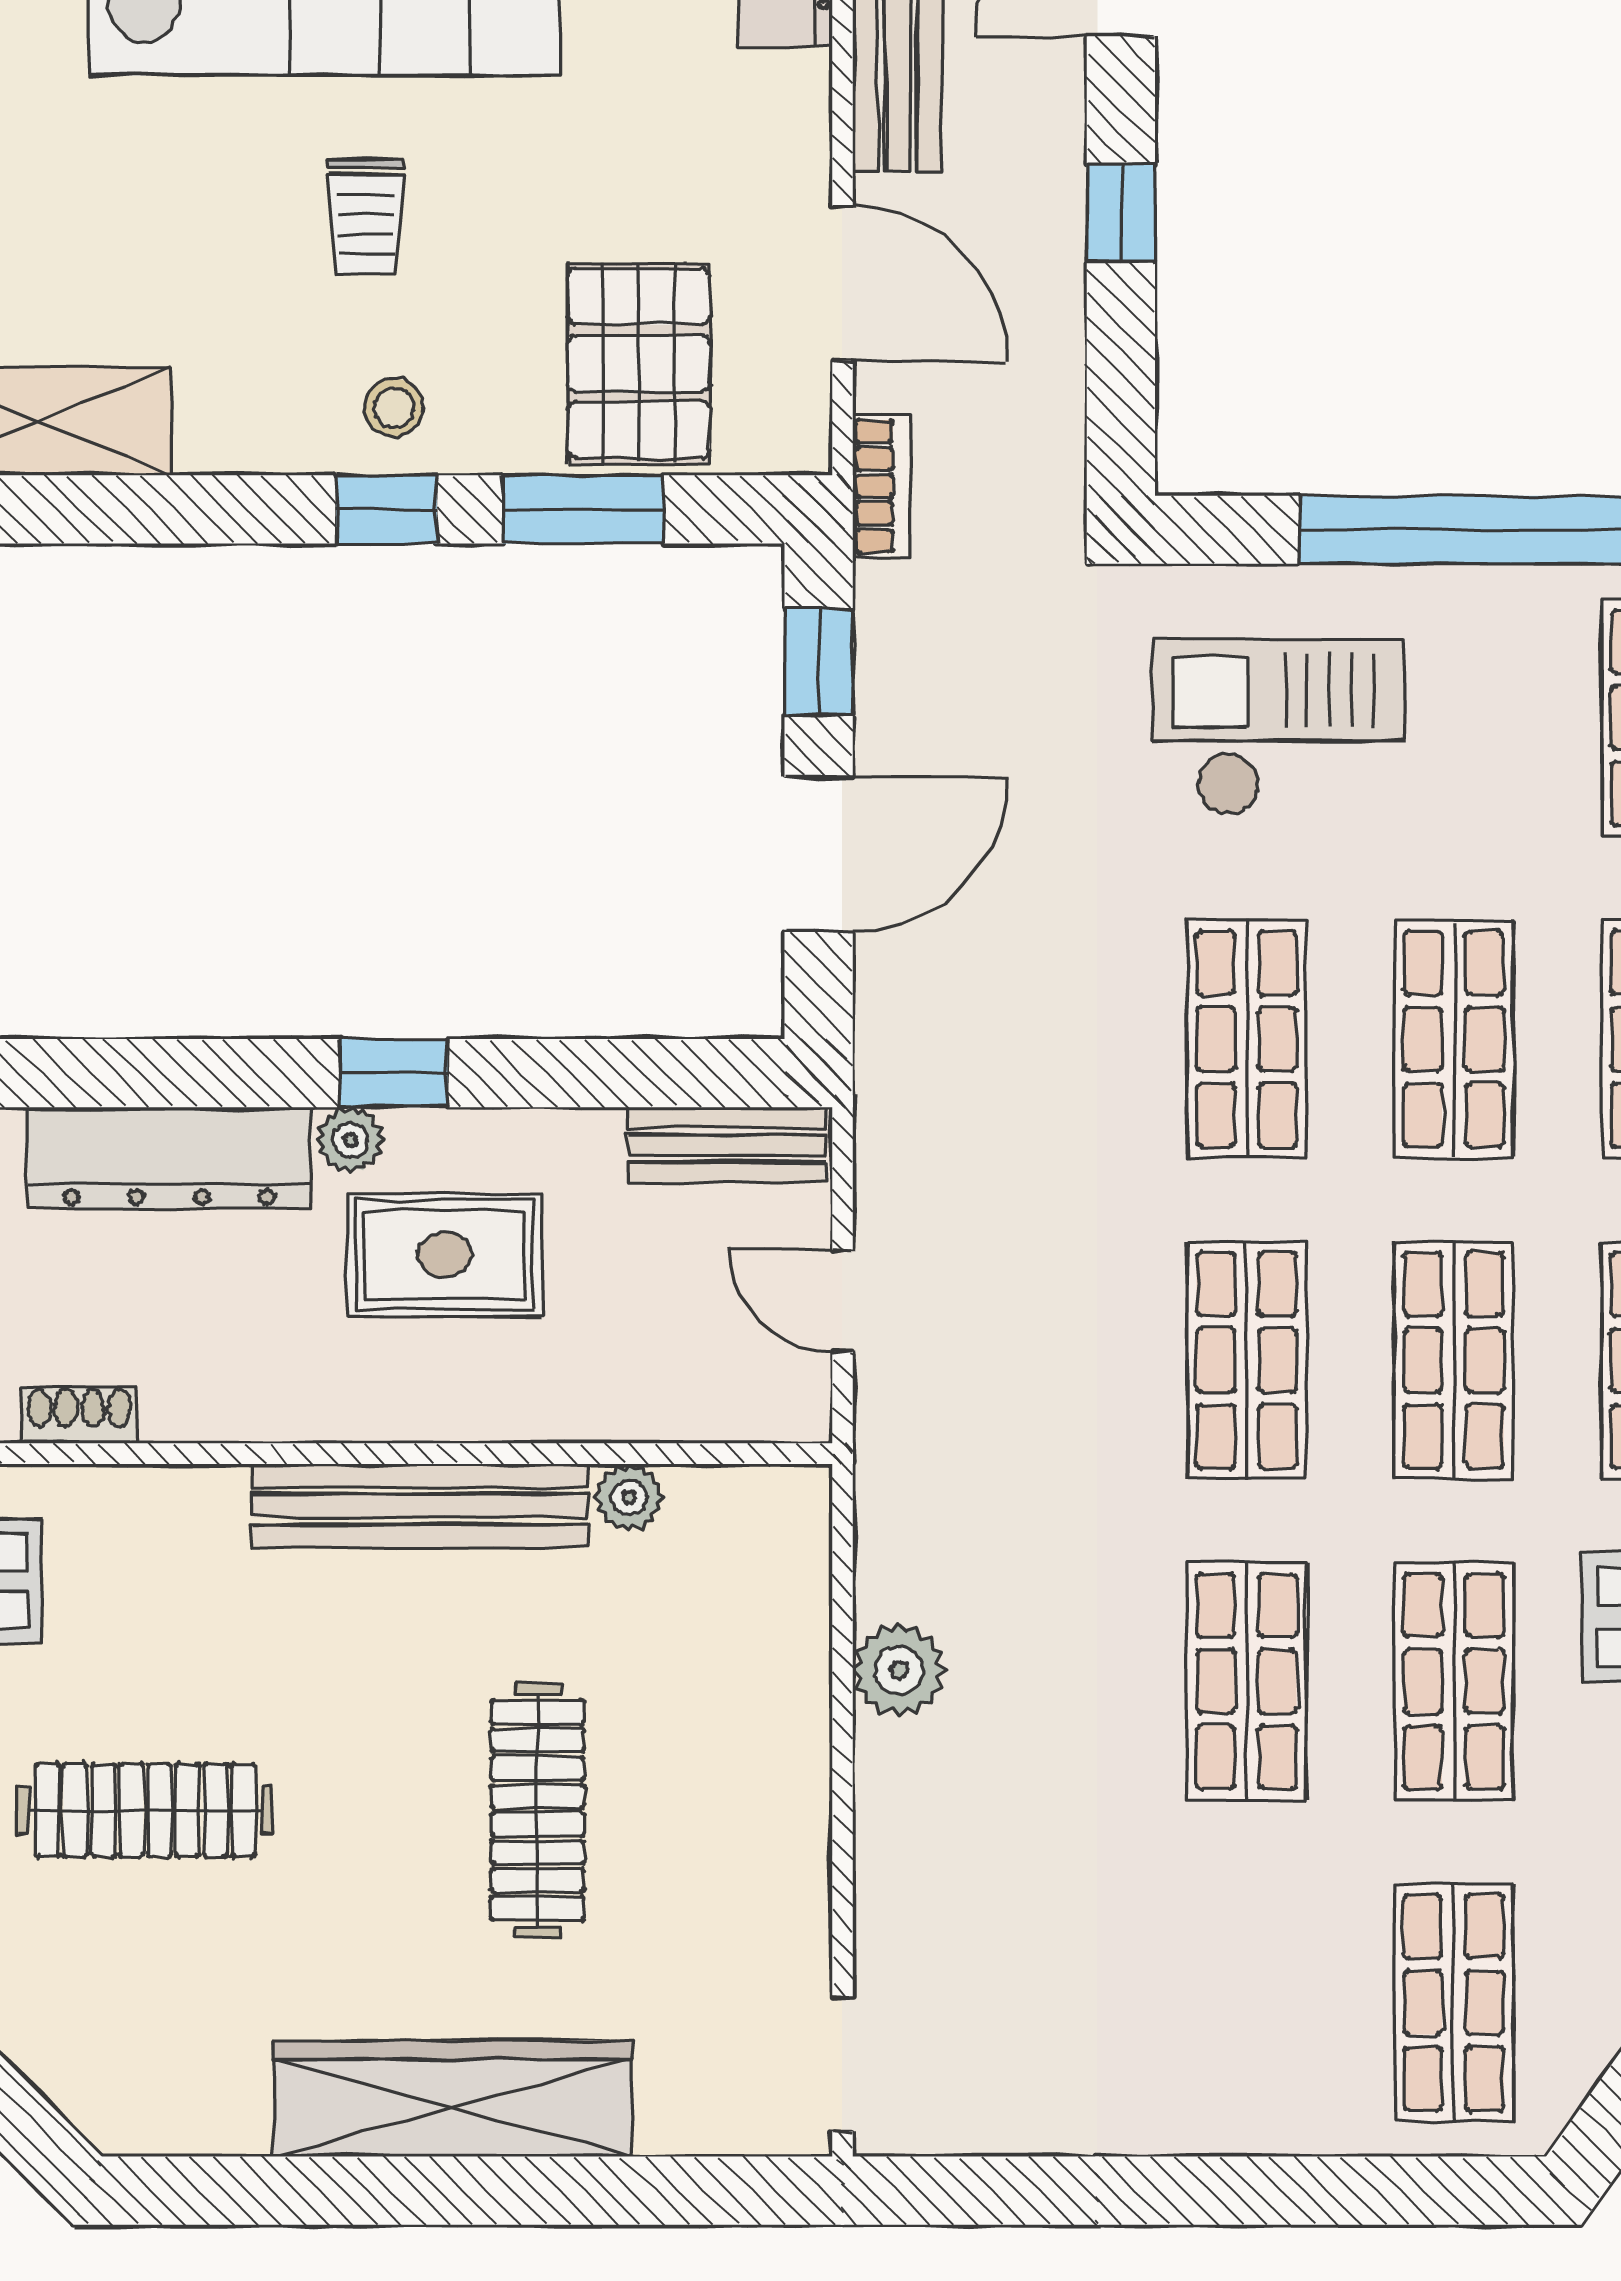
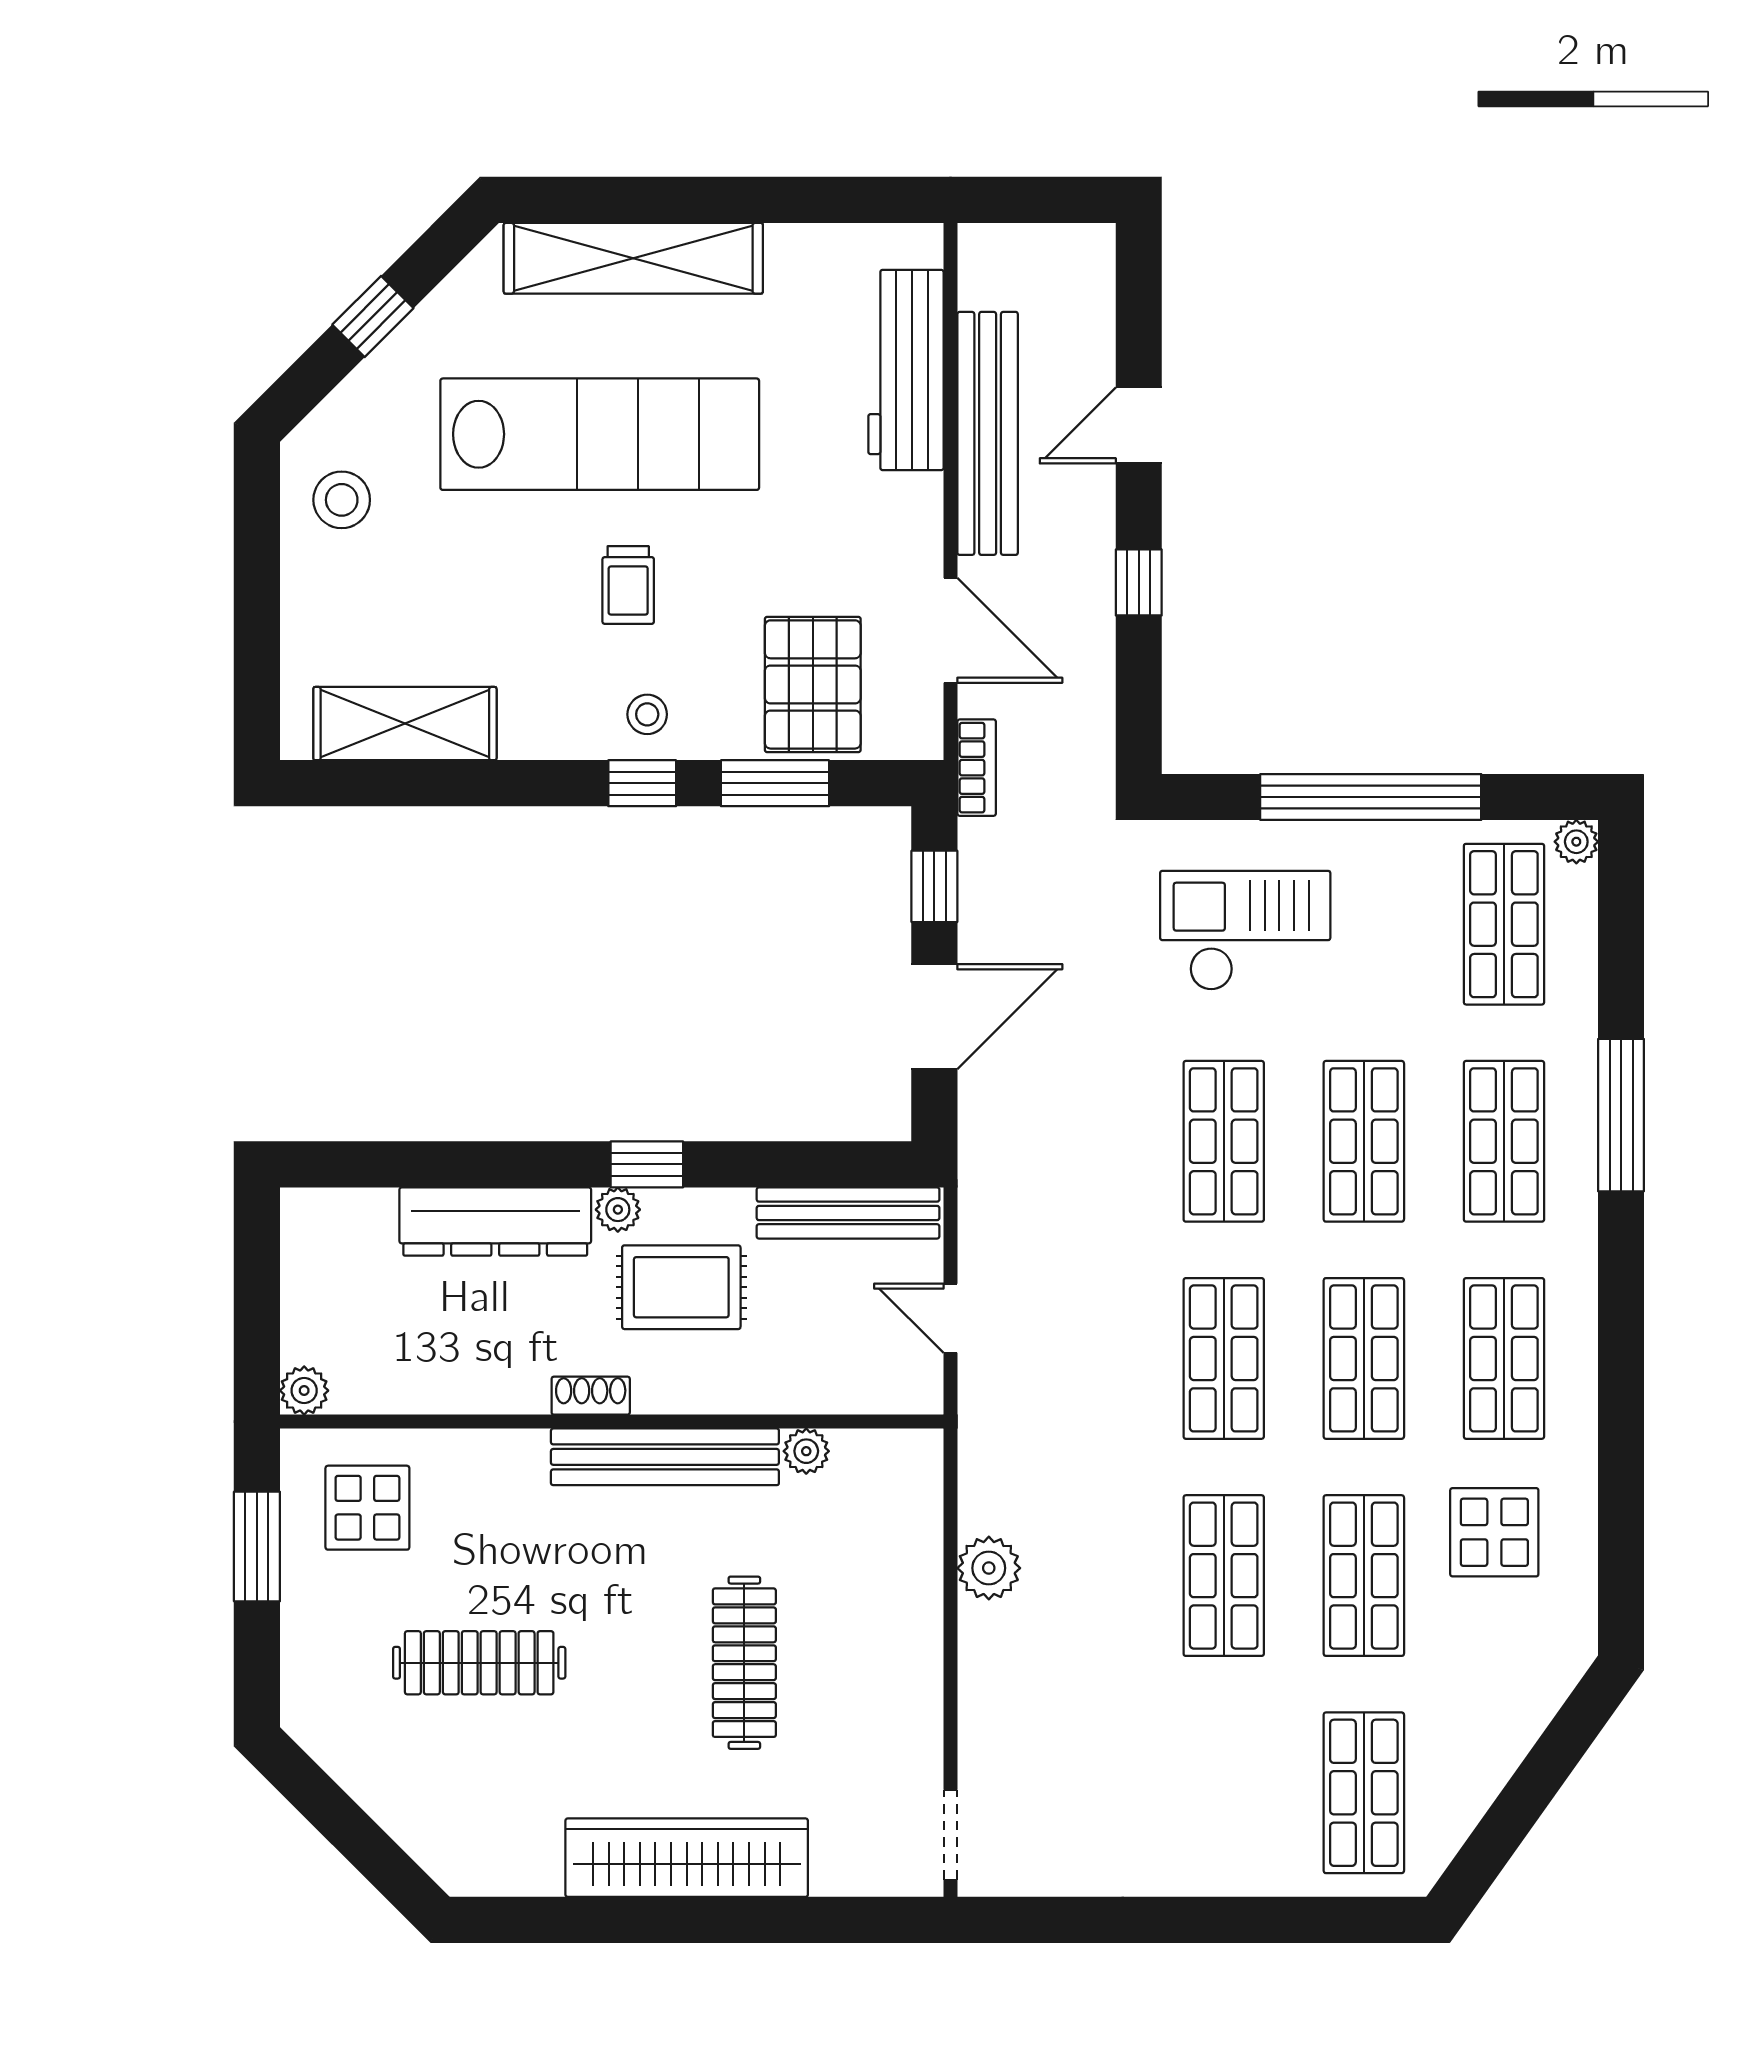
bench: (727, 1145) -> (848, 1213), width x1.36
shoe rack: (79, 1415) -> (591, 1396), moved

